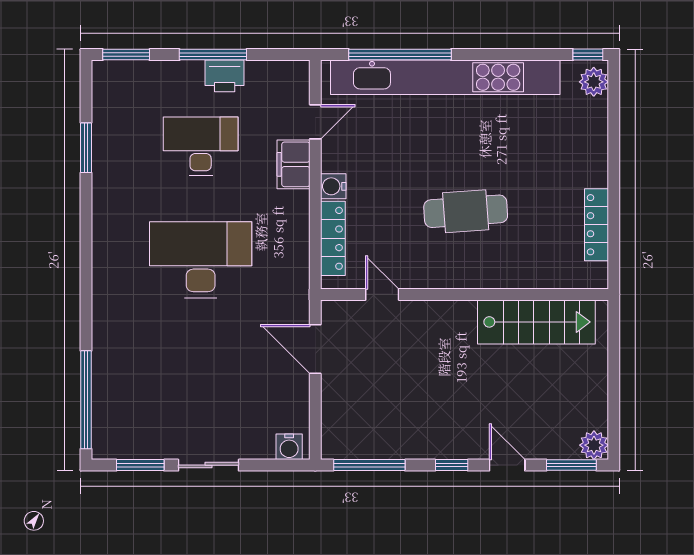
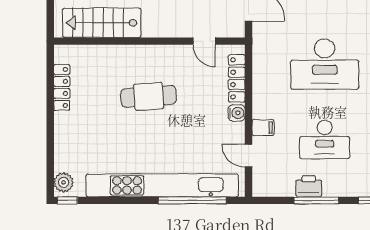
door: (315, 122) -> (249, 156), hinge flipped
filing cabinet: (294, 164) -> (263, 128), width x0.50

